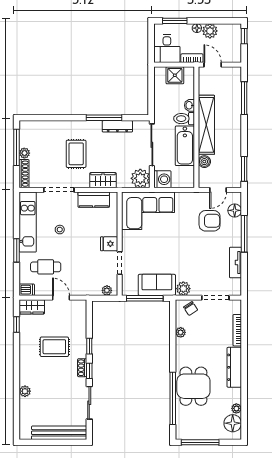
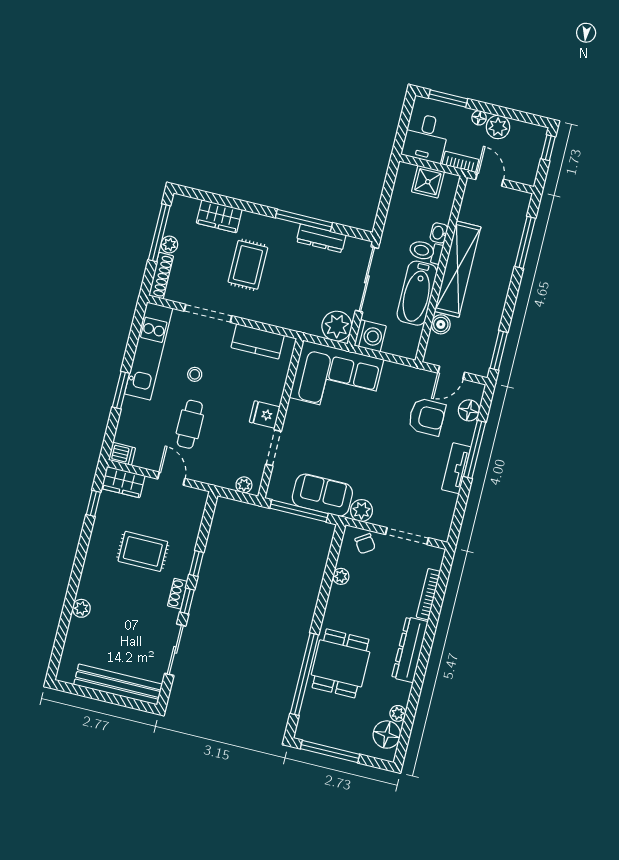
wardrobe: (103, 180) -> (219, 216), moved, turned 180
tv unit: (236, 263) -> (456, 468), moved
cafe table: (46, 267) -> (190, 424), moved, turned 90

